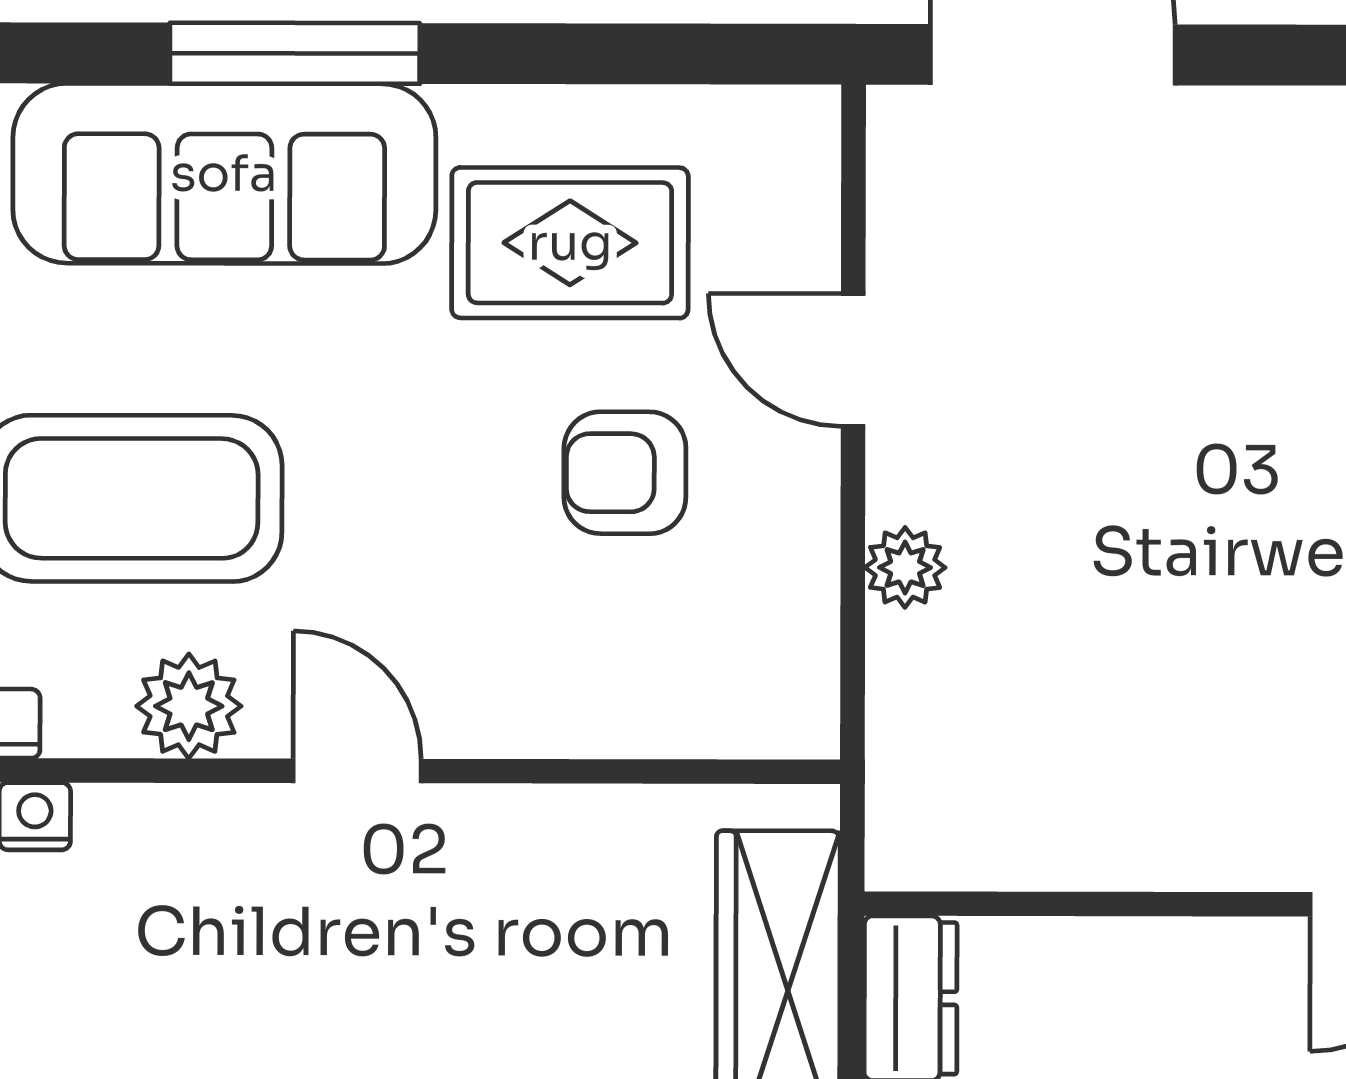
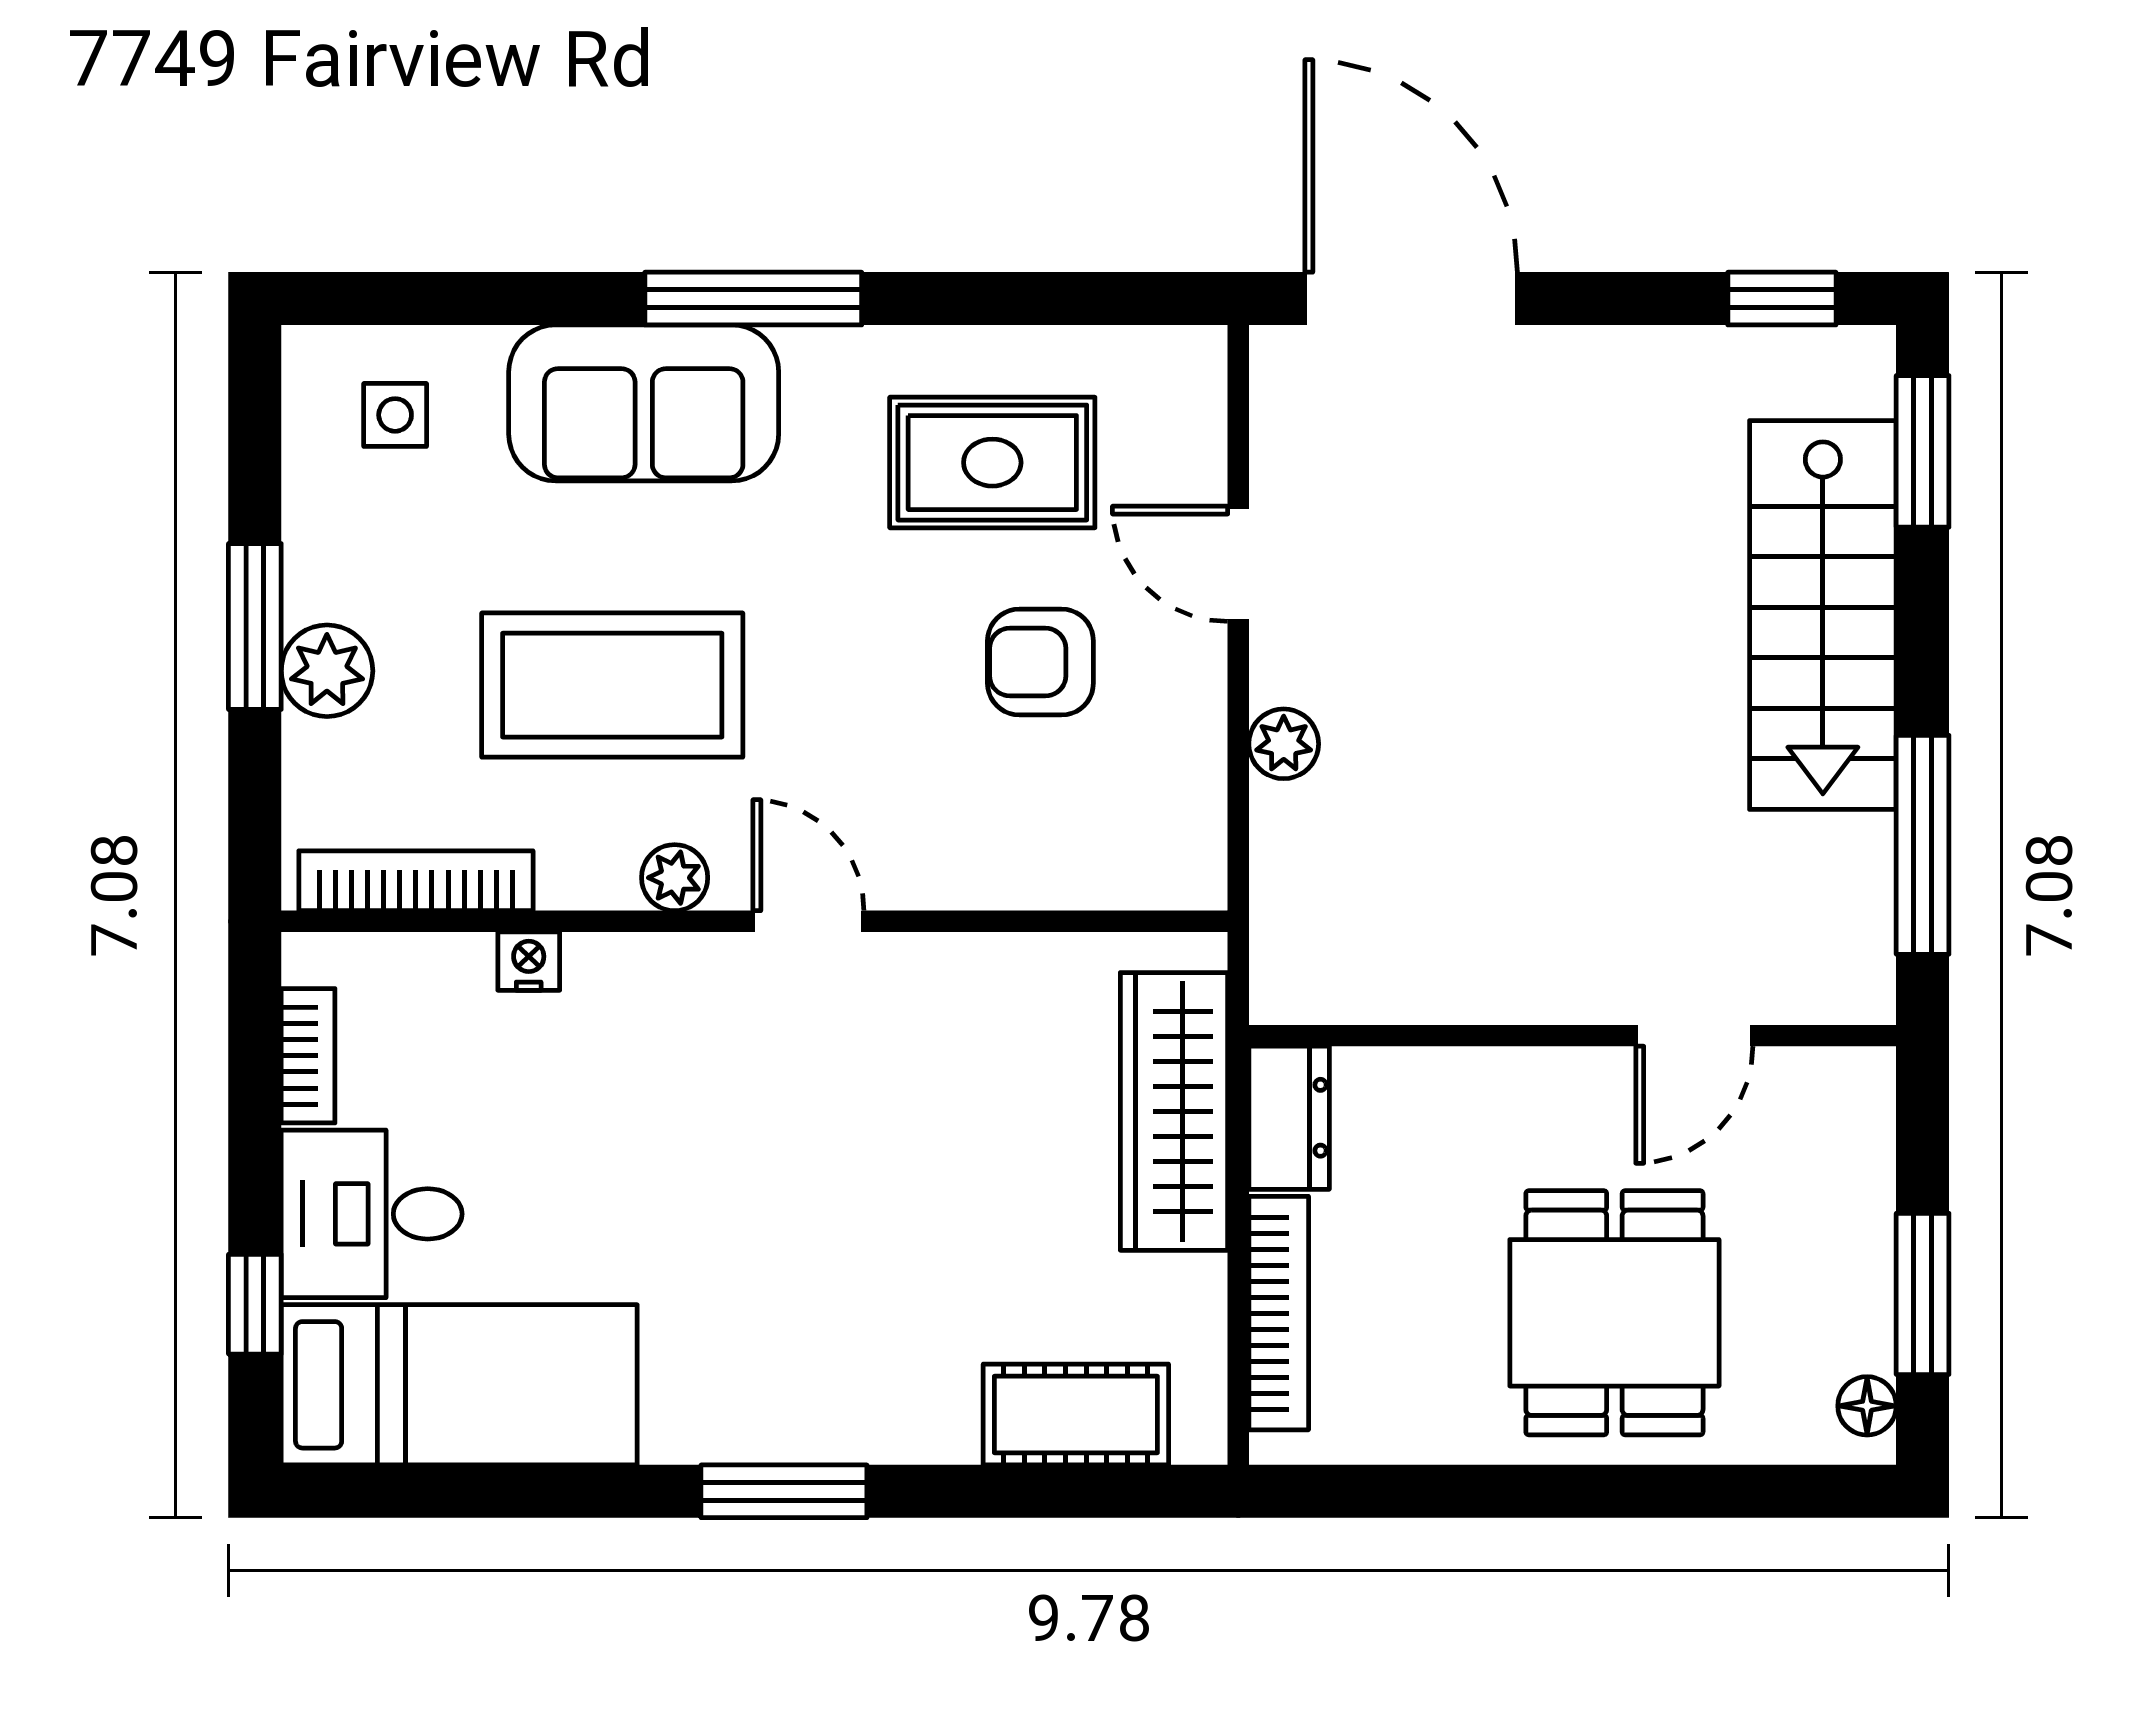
sofa: (224, 174) -> (644, 403), width x0.73
plant: (189, 706) -> (675, 878), width x0.73, depth x0.73

